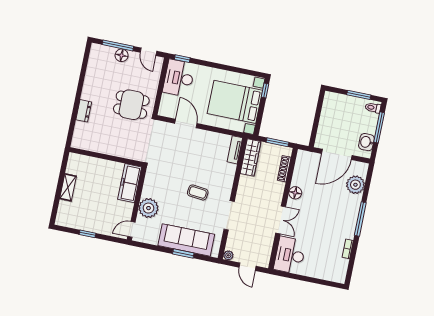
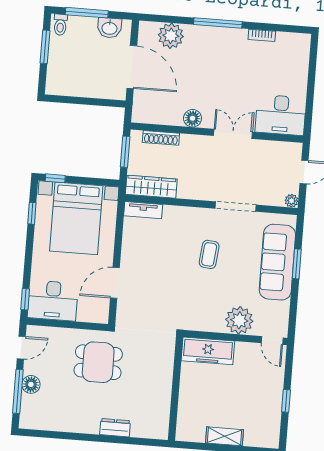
window: (242, 71) -> (32, 213), added
dining table: (131, 105) -> (98, 362), turned 90

